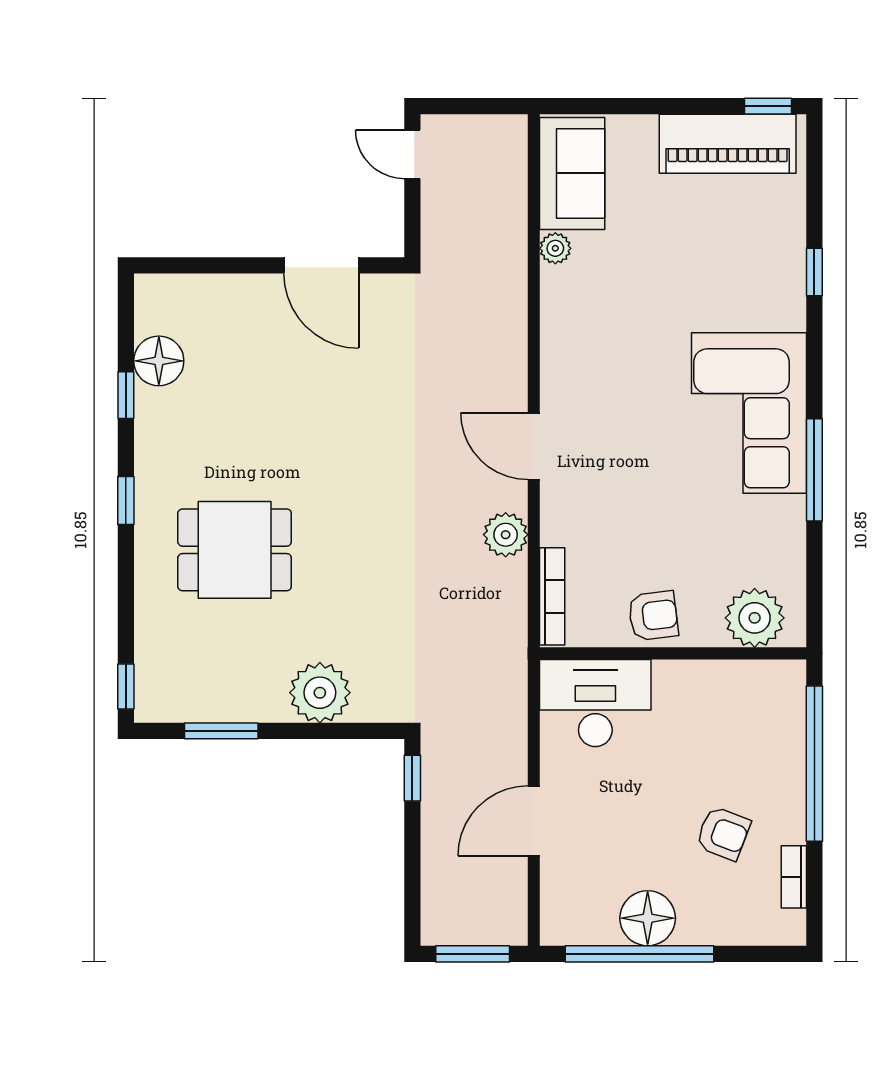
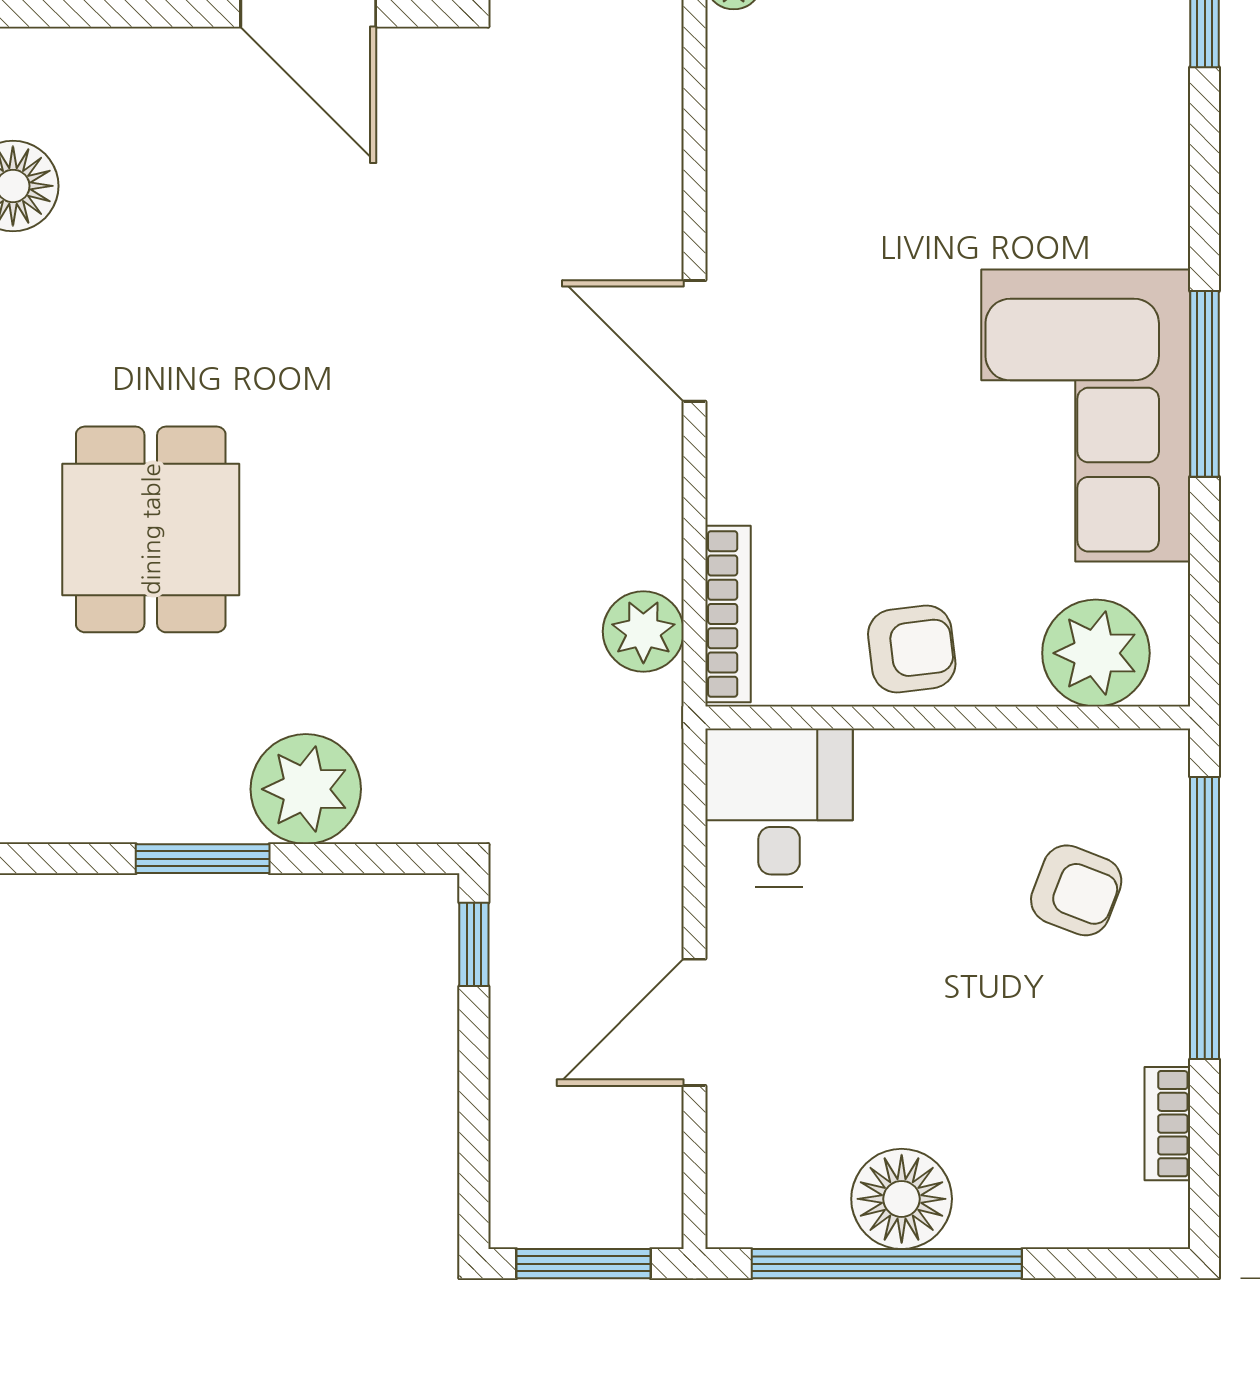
corner sofa: (749, 413) -> (1086, 416), moved
plant: (506, 535) -> (643, 631), moved
dining table: (235, 550) -> (151, 529), turned 90
desk: (595, 703) -> (779, 808), width x0.73
window: (221, 731) -> (203, 859), moved
armchair: (723, 833) -> (1076, 890), moved

